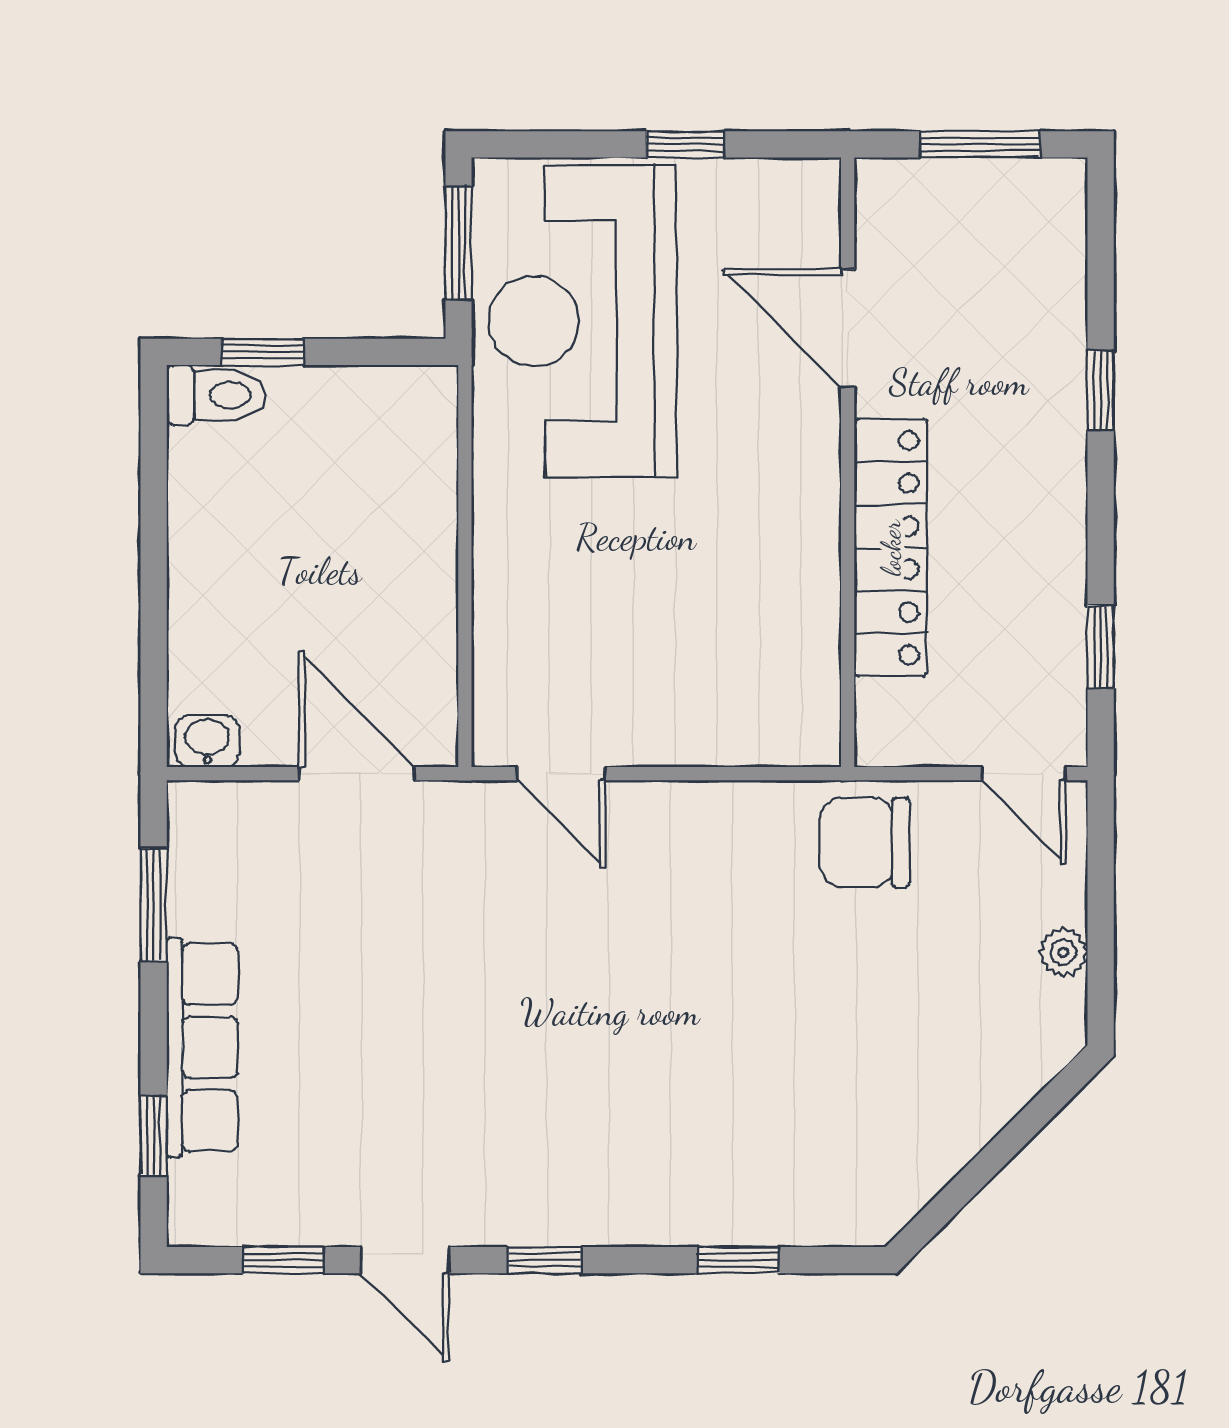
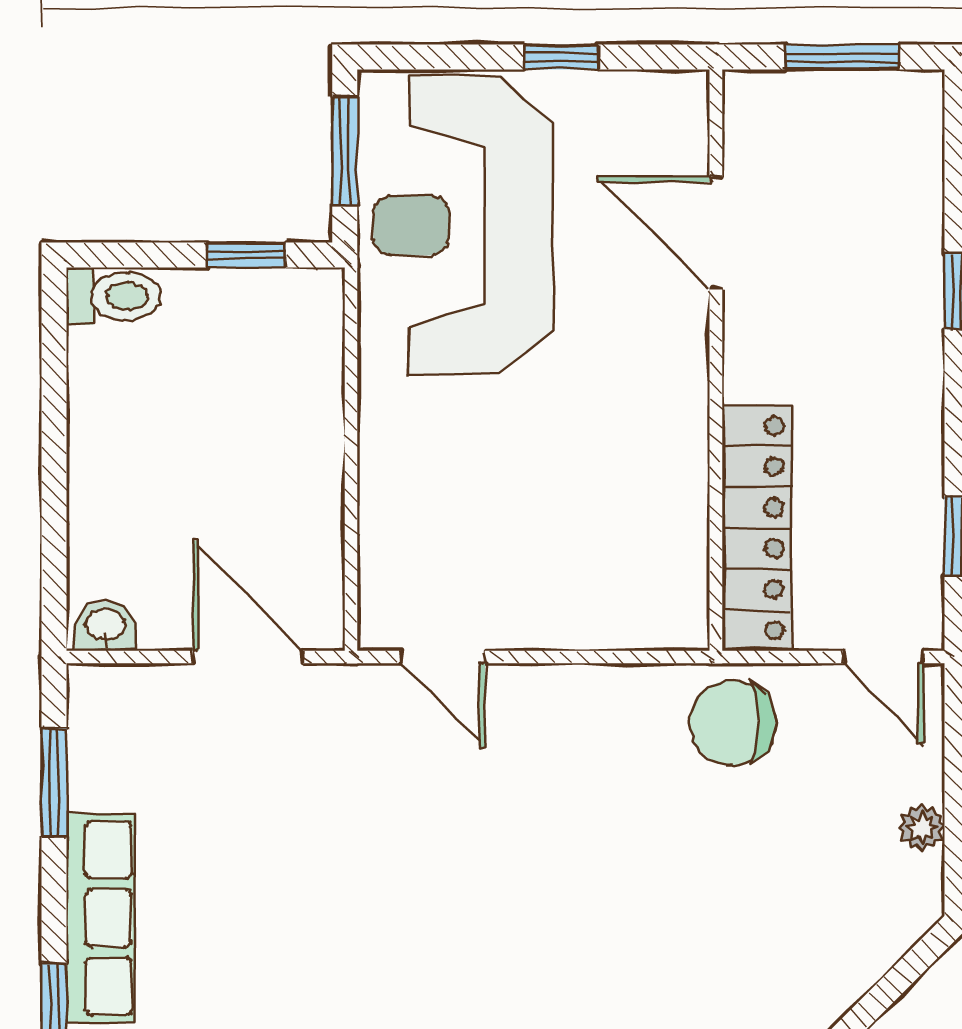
window: (263, 352) -> (247, 255), moved
locker: (891, 548) -> (757, 528), moved

